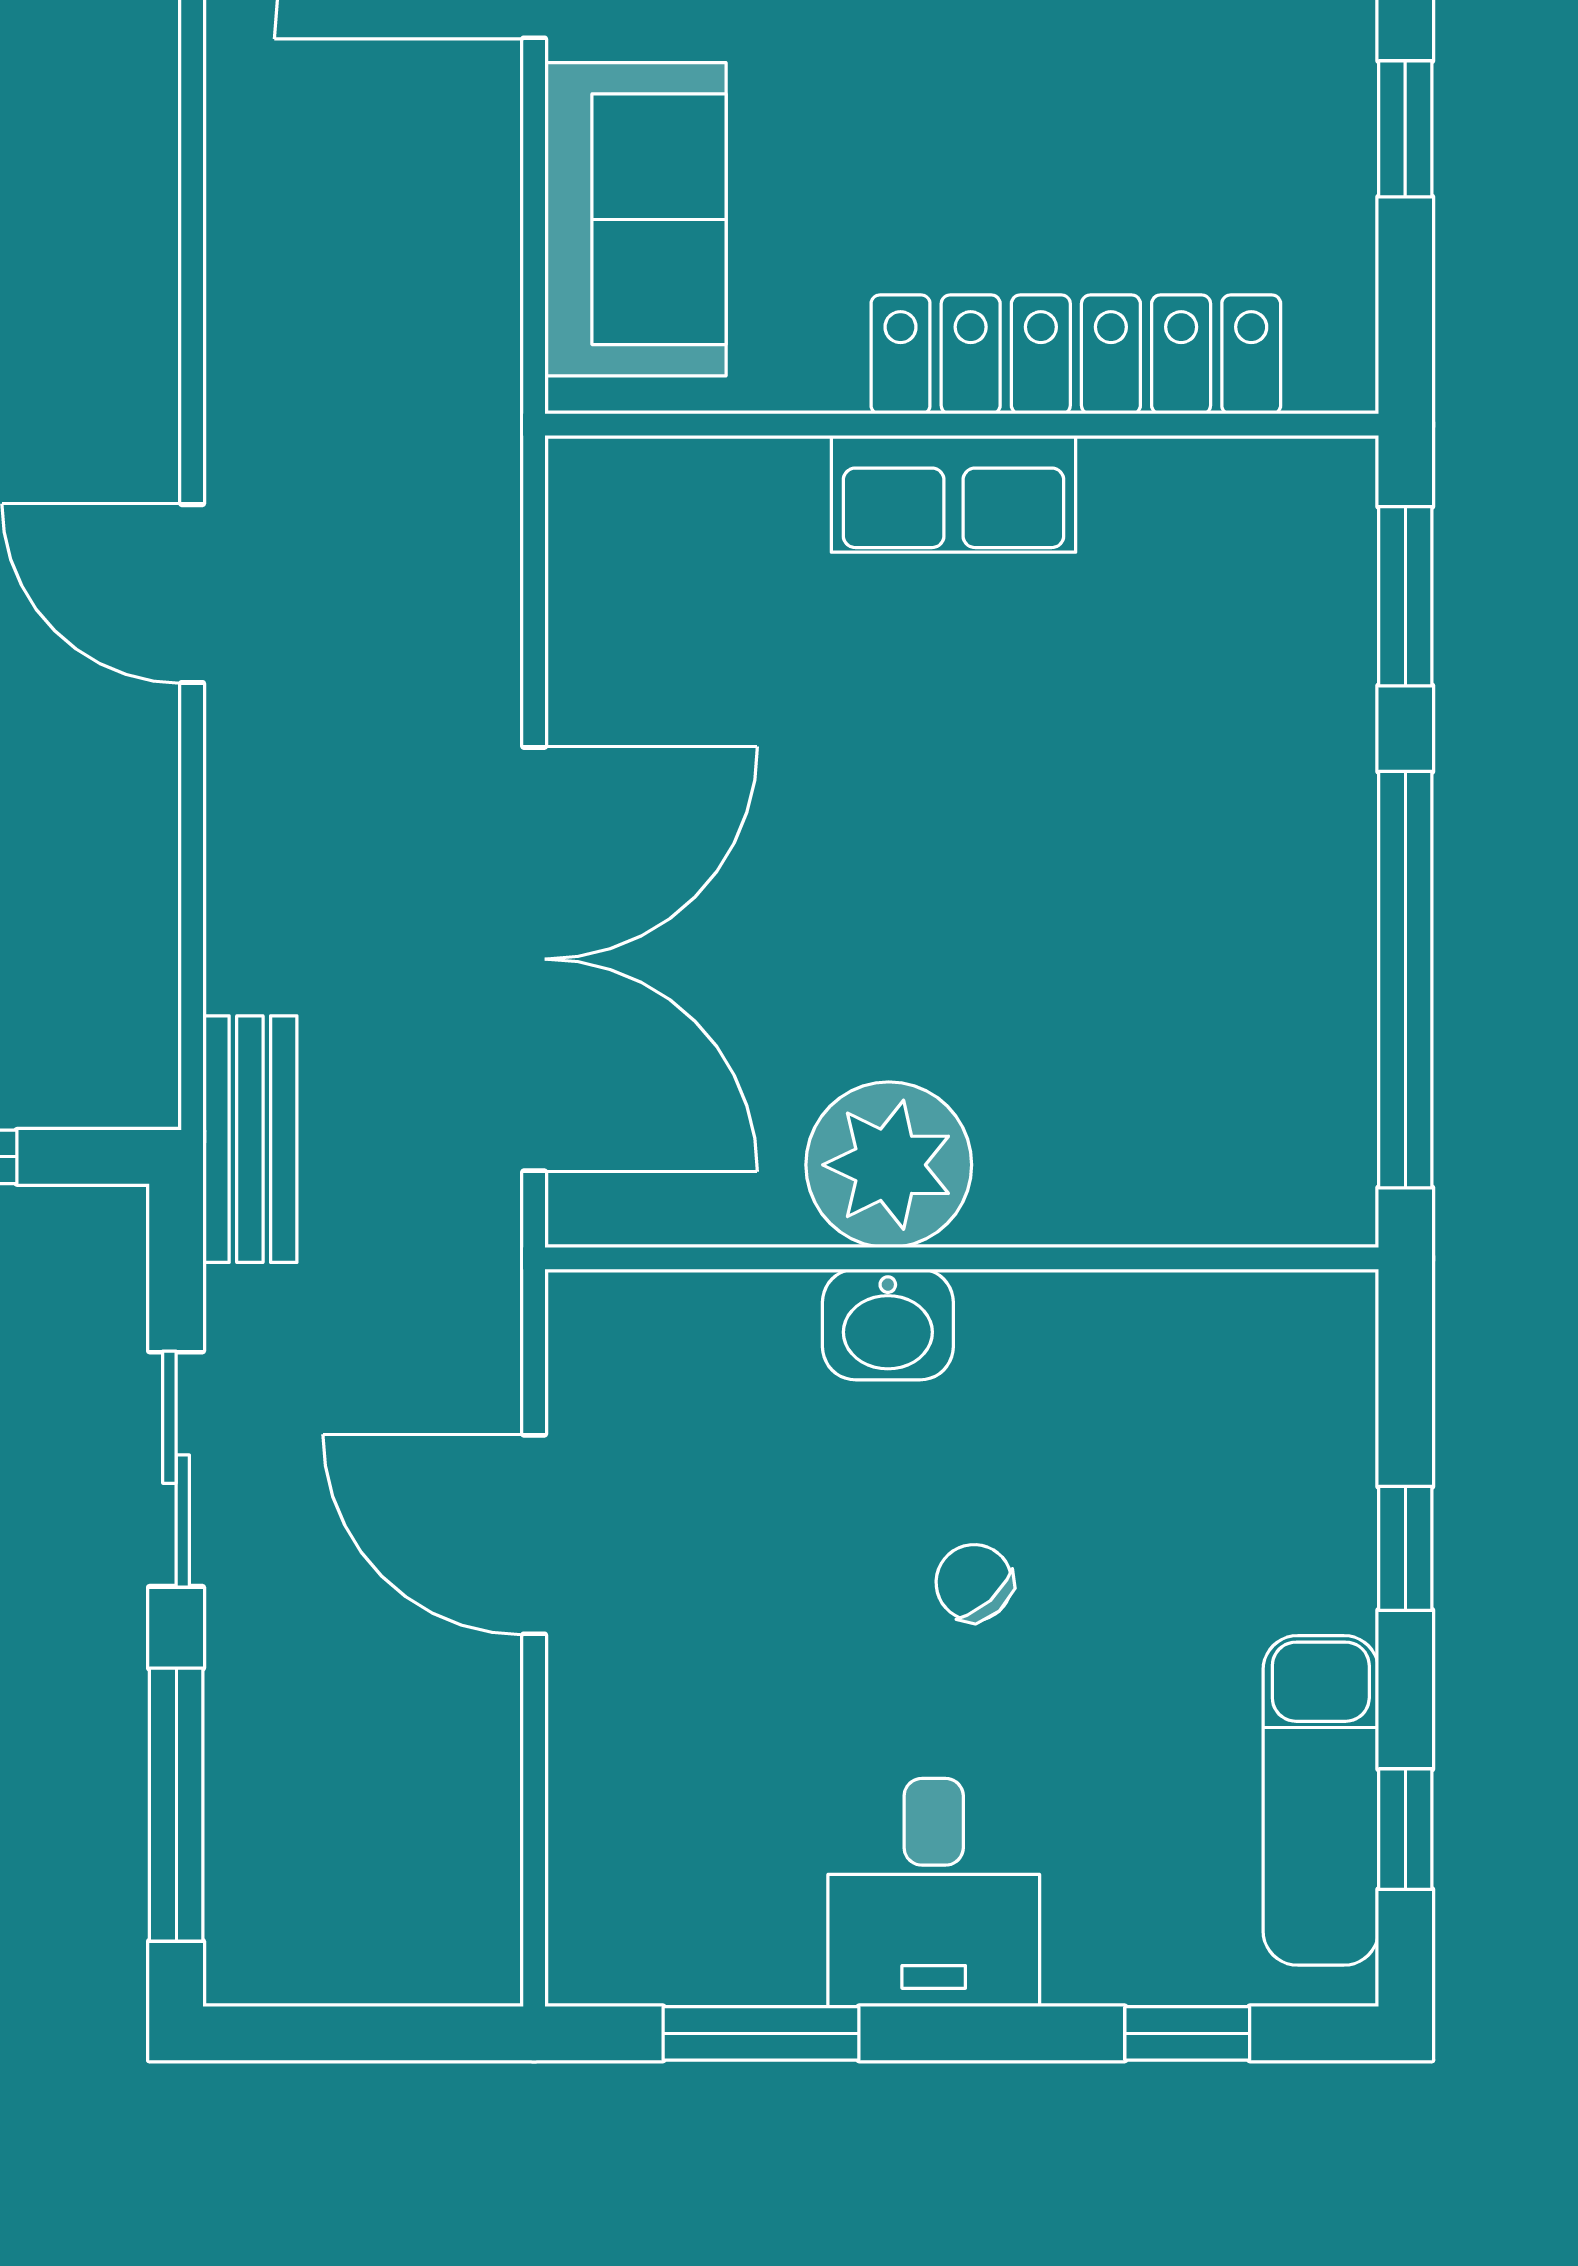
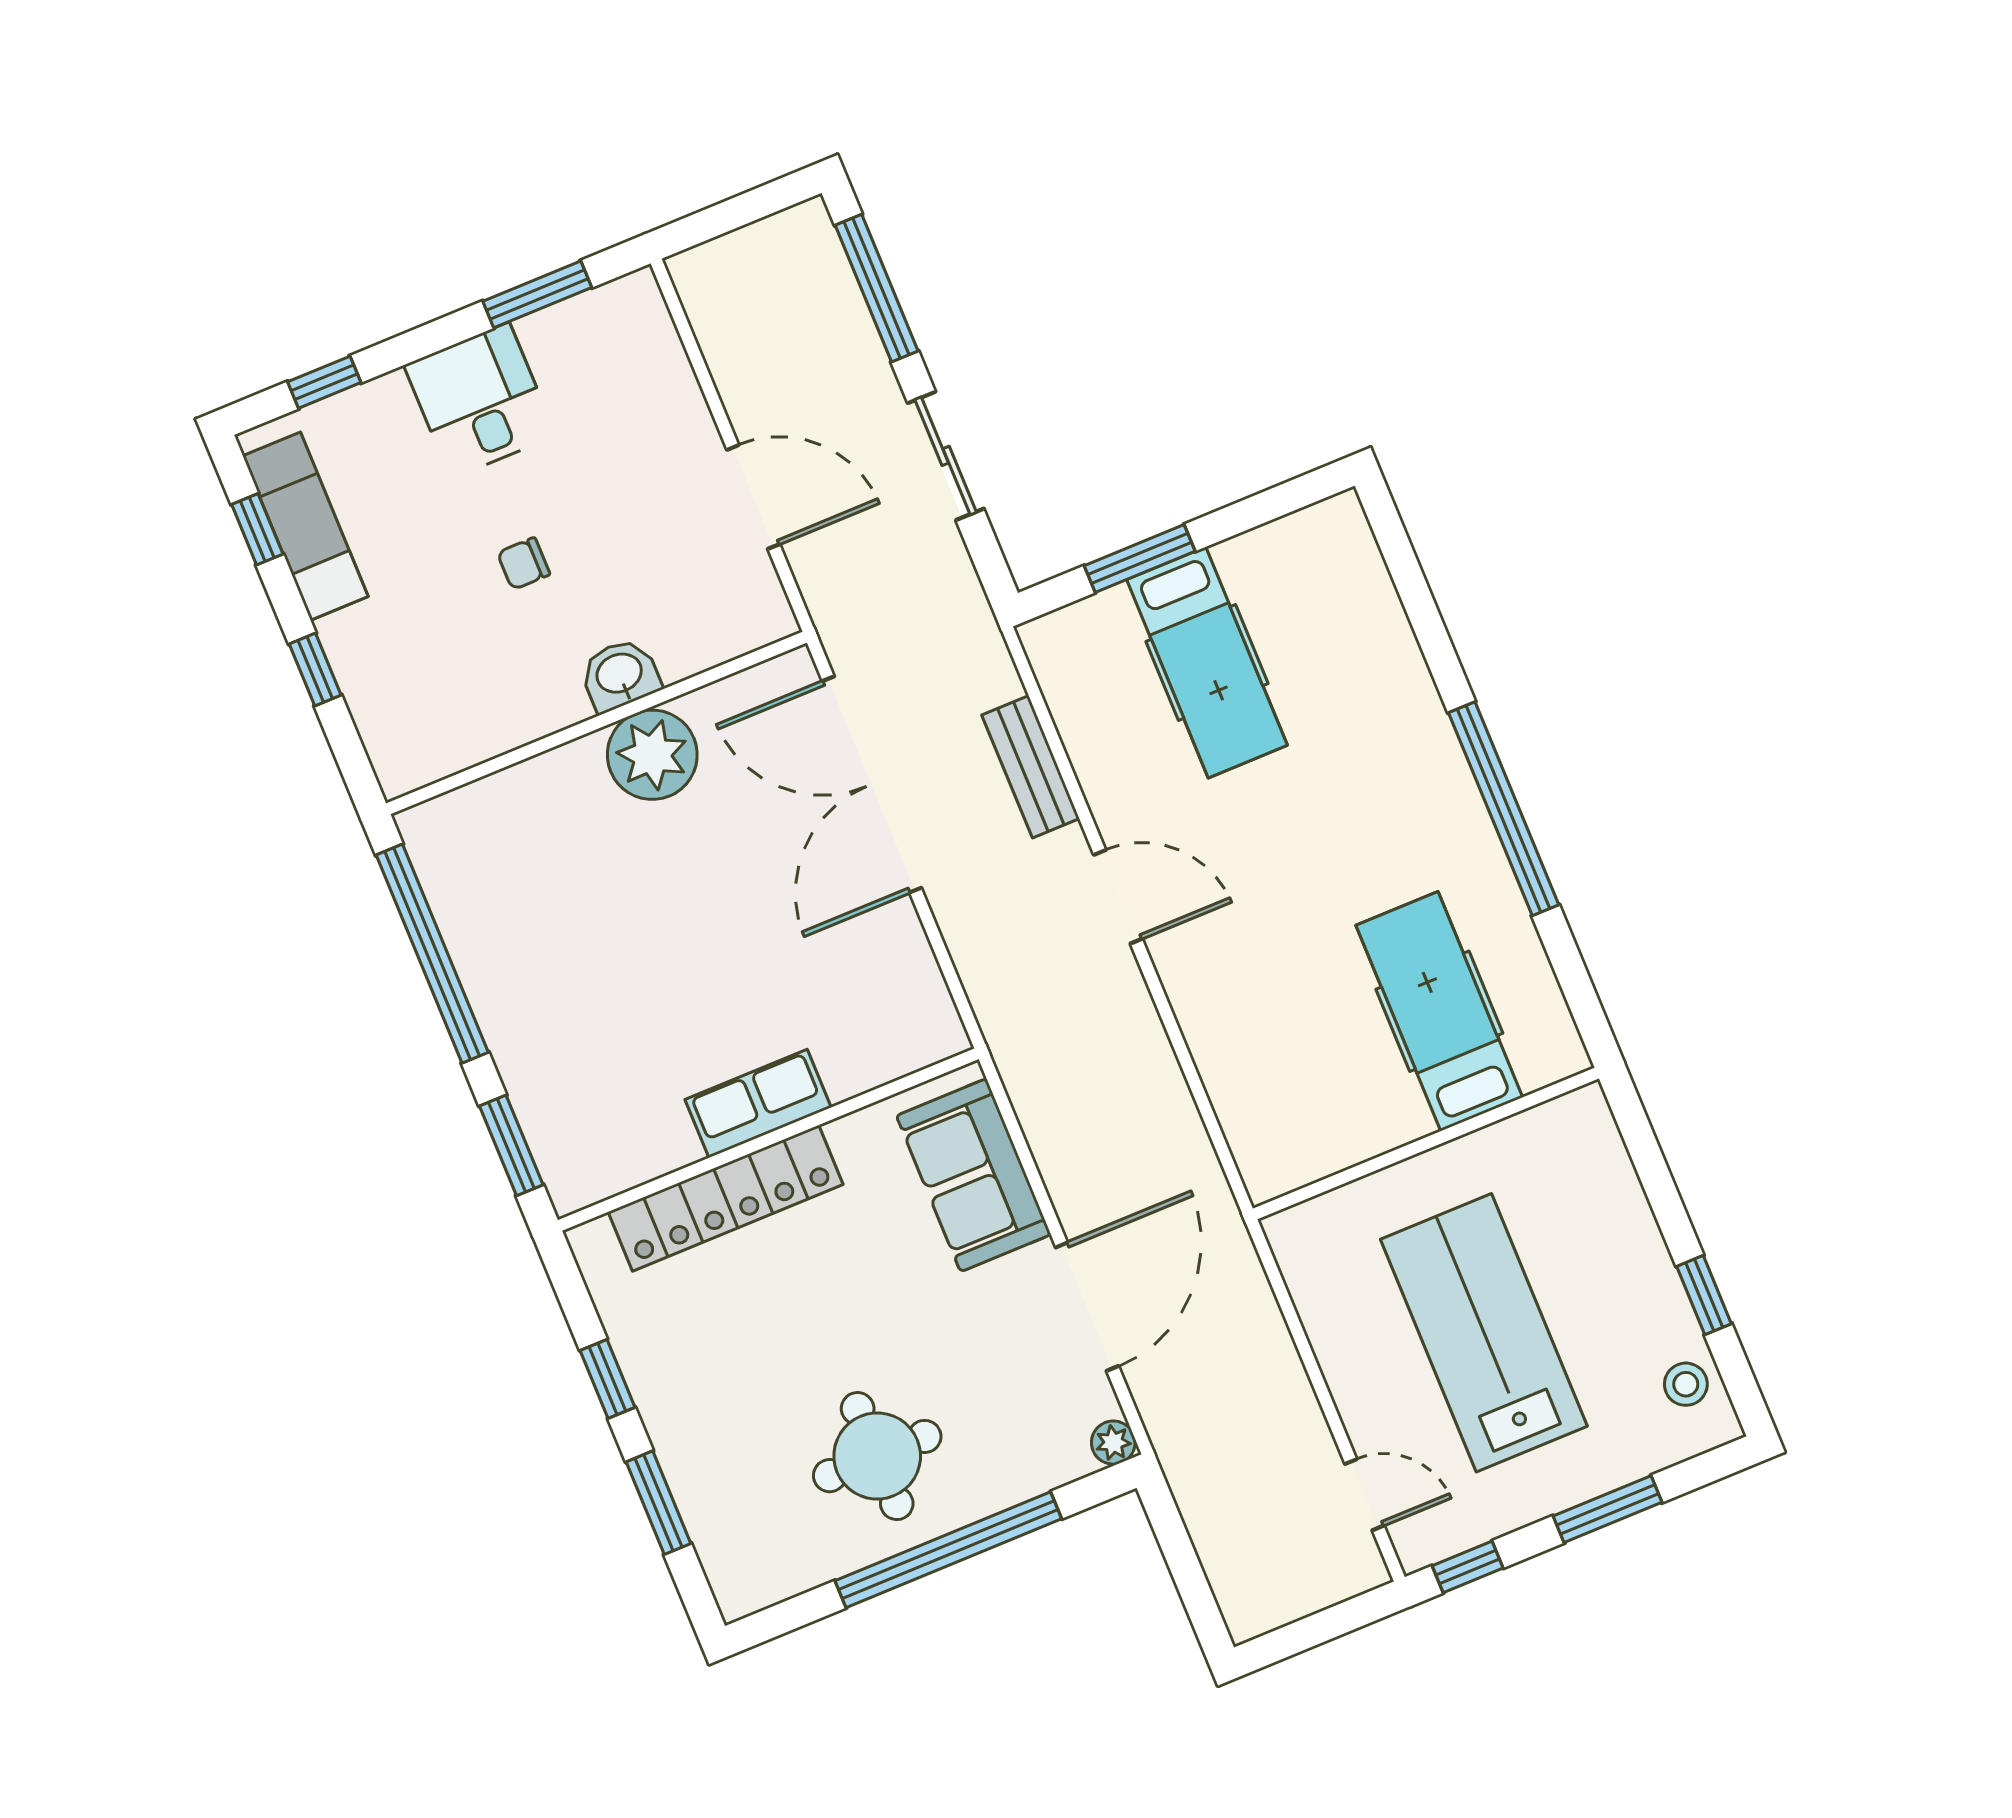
bench: (250, 1139) -> (1031, 767), moved
chair: (974, 1583) -> (524, 564), turned 132

